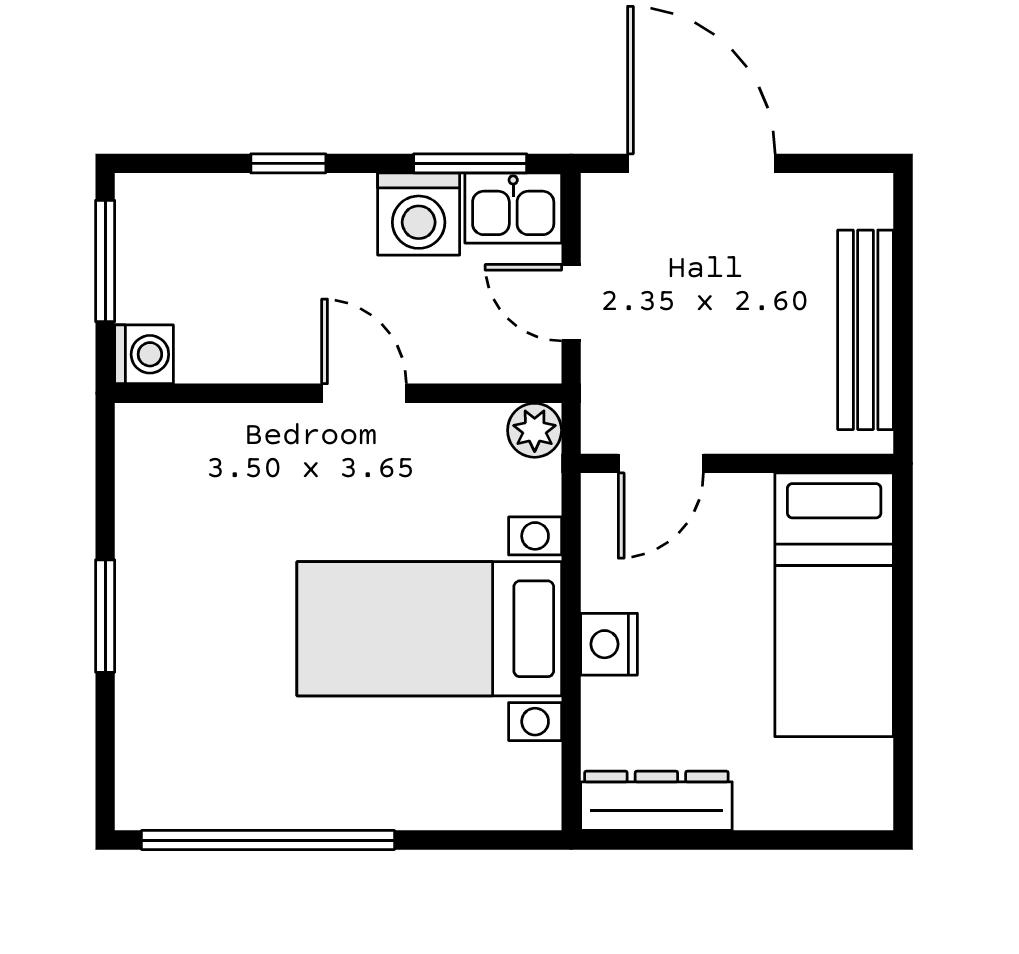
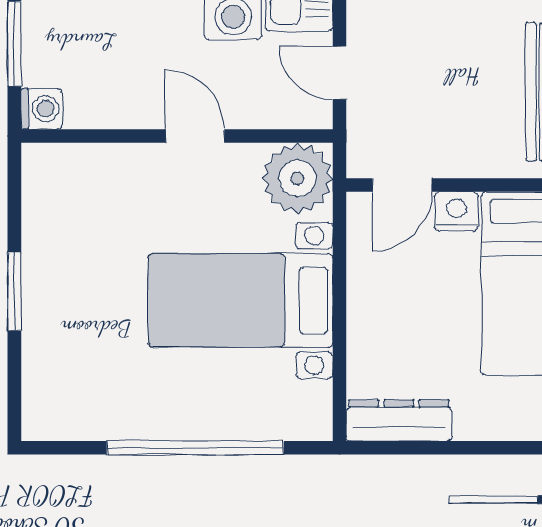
plant: (535, 430) -> (298, 178), width x1.87, depth x1.87
nightstand: (609, 644) -> (457, 212), moved, turned 90
window: (268, 840) -> (195, 448), moved

